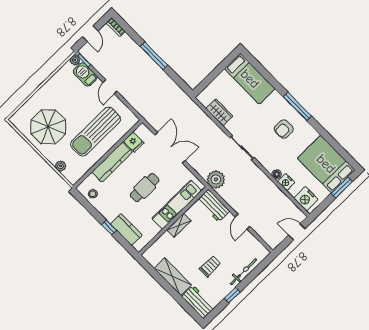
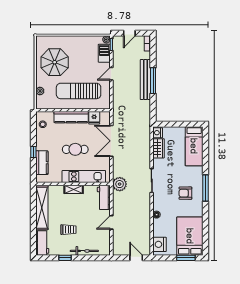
bench: (146, 62) -> (145, 80), added
double door: (170, 148) -> (111, 141), swing flipped
nightstand: (286, 182) -> (158, 133), moved
shelving: (173, 277) -> (42, 208), width x1.47

